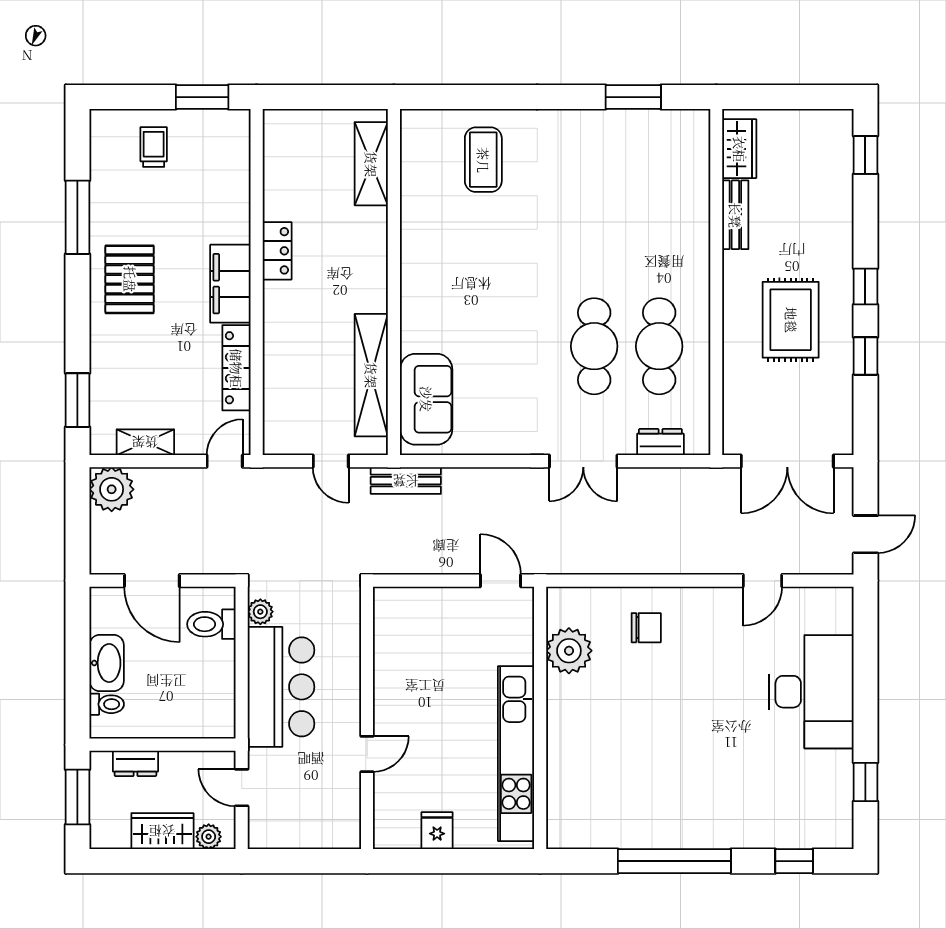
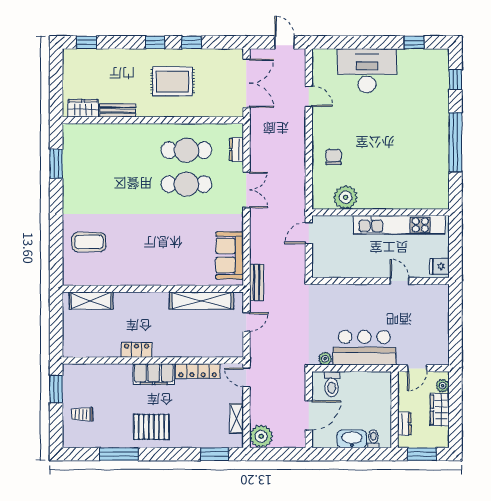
sofa: (426, 399) -> (230, 255), moved, turned -90
wall: (367, 718) -> (381, 281), moved
door: (367, 754) -> (399, 281), moved

